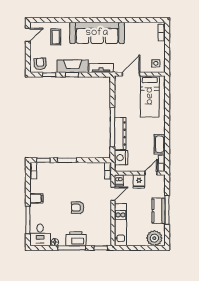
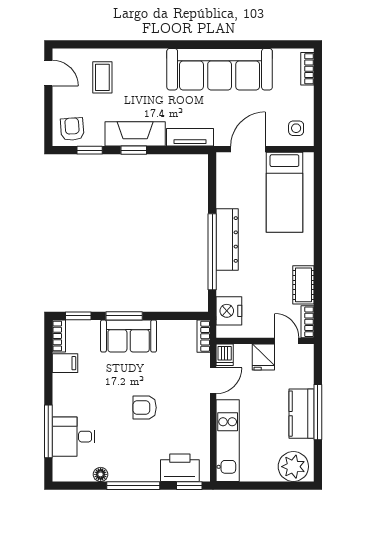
sofa: (97, 33) -> (220, 69), moved
door: (28, 35) -> (48, 73), hinge flipped
dresser: (120, 134) -> (227, 239), moved
sofa: (69, 171) -> (129, 336), added
door: (151, 173) -> (287, 341), hinge flipped
filing cabinet: (36, 198) -> (65, 363), moved
desk: (40, 235) -> (74, 437), moved, turned 90
printer: (76, 239) -> (180, 468), moved

